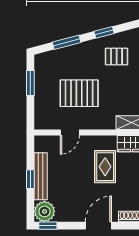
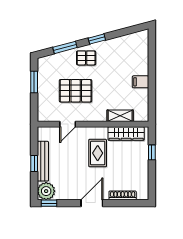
pallet: (117, 57) -> (86, 58), moved

